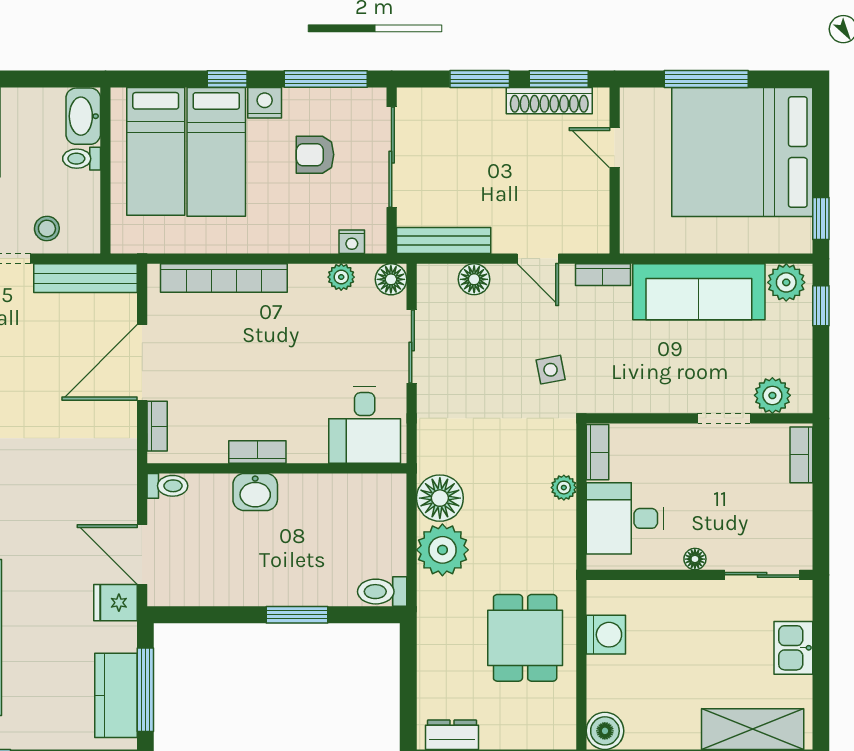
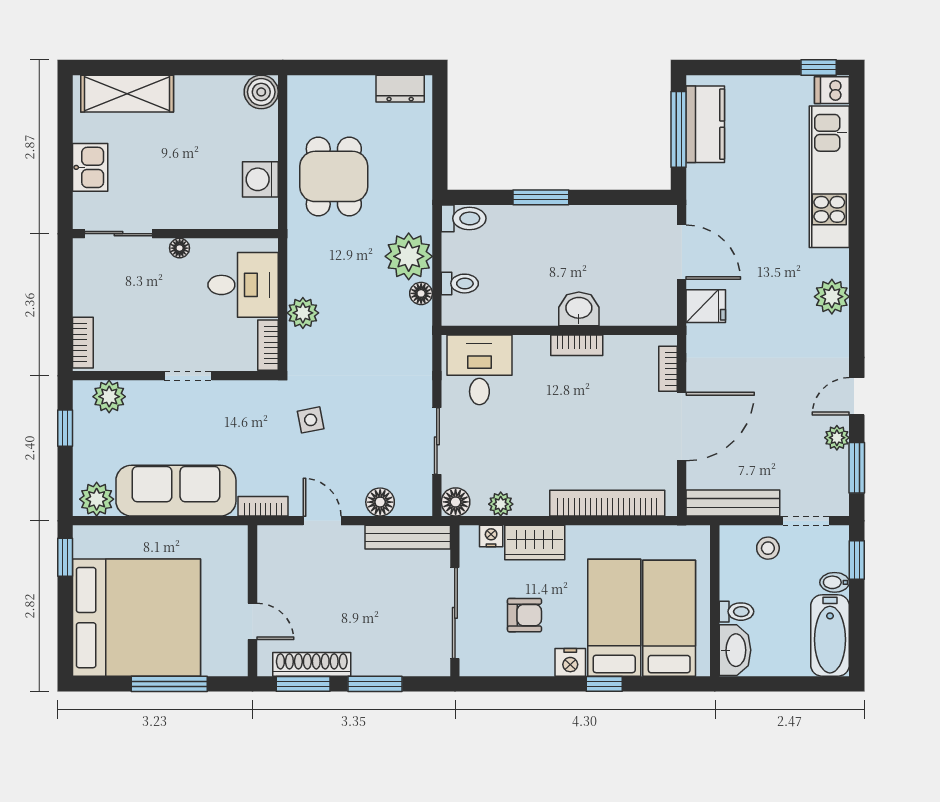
window: (326, 79) -> (515, 684), removed
wardrobe: (304, 235) -> (535, 543), added
window: (821, 306) -> (65, 428), moved
doorway: (724, 418) -> (188, 376), moved
toilet: (167, 486) -> (460, 284), moved, turned 180
plant: (564, 488) -> (303, 313), width x1.38, depth x1.38
floor lamp: (440, 498) -> (421, 293), width x0.53, depth x0.53
fridge: (115, 603) -> (706, 306), moved

